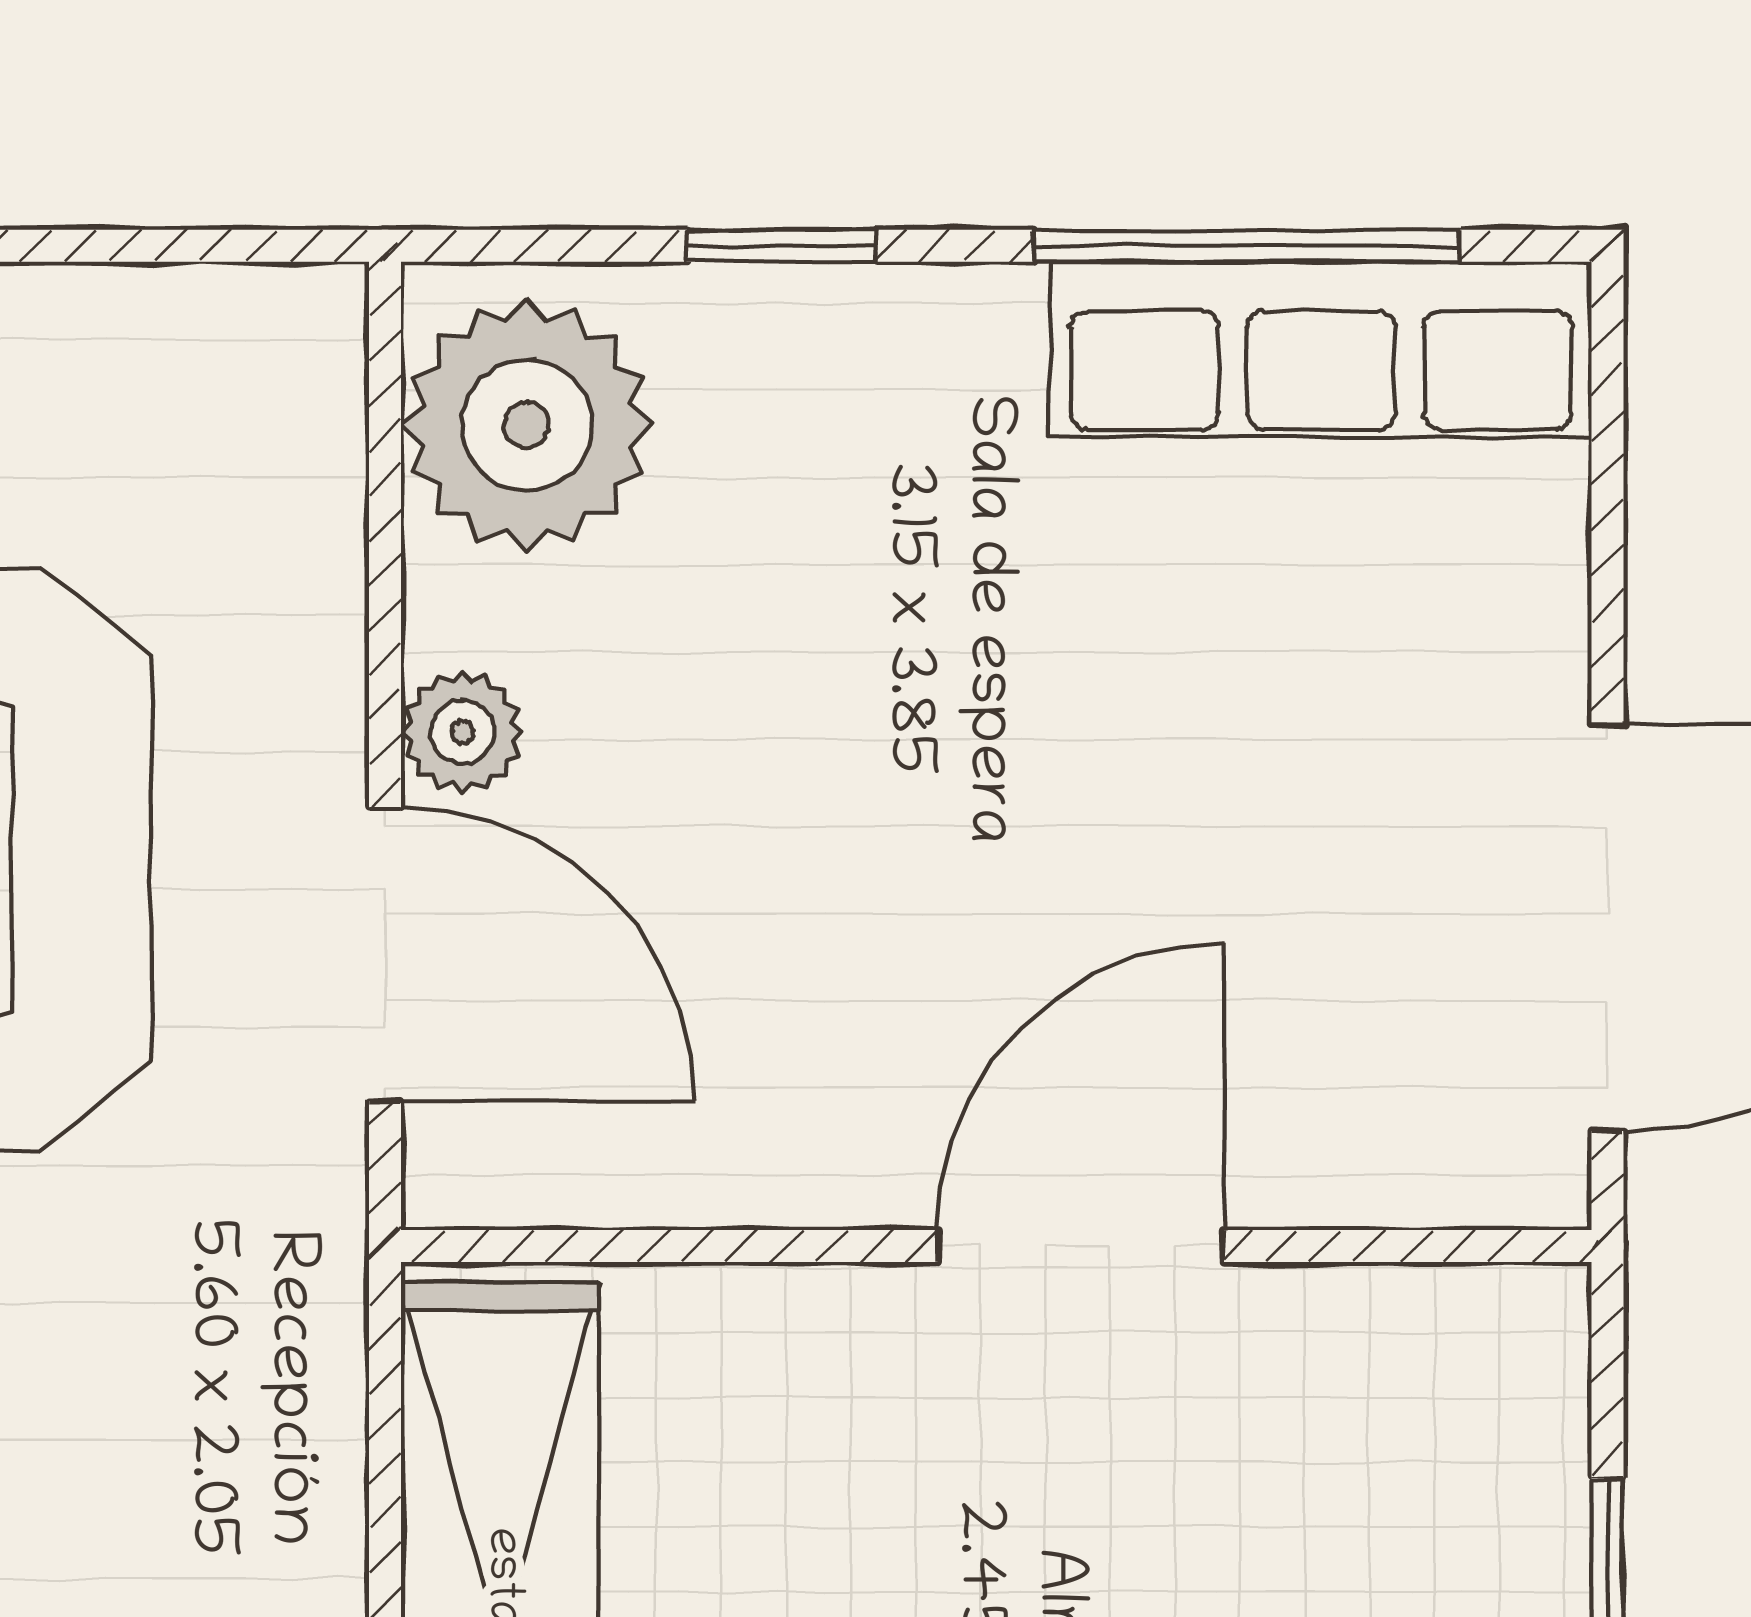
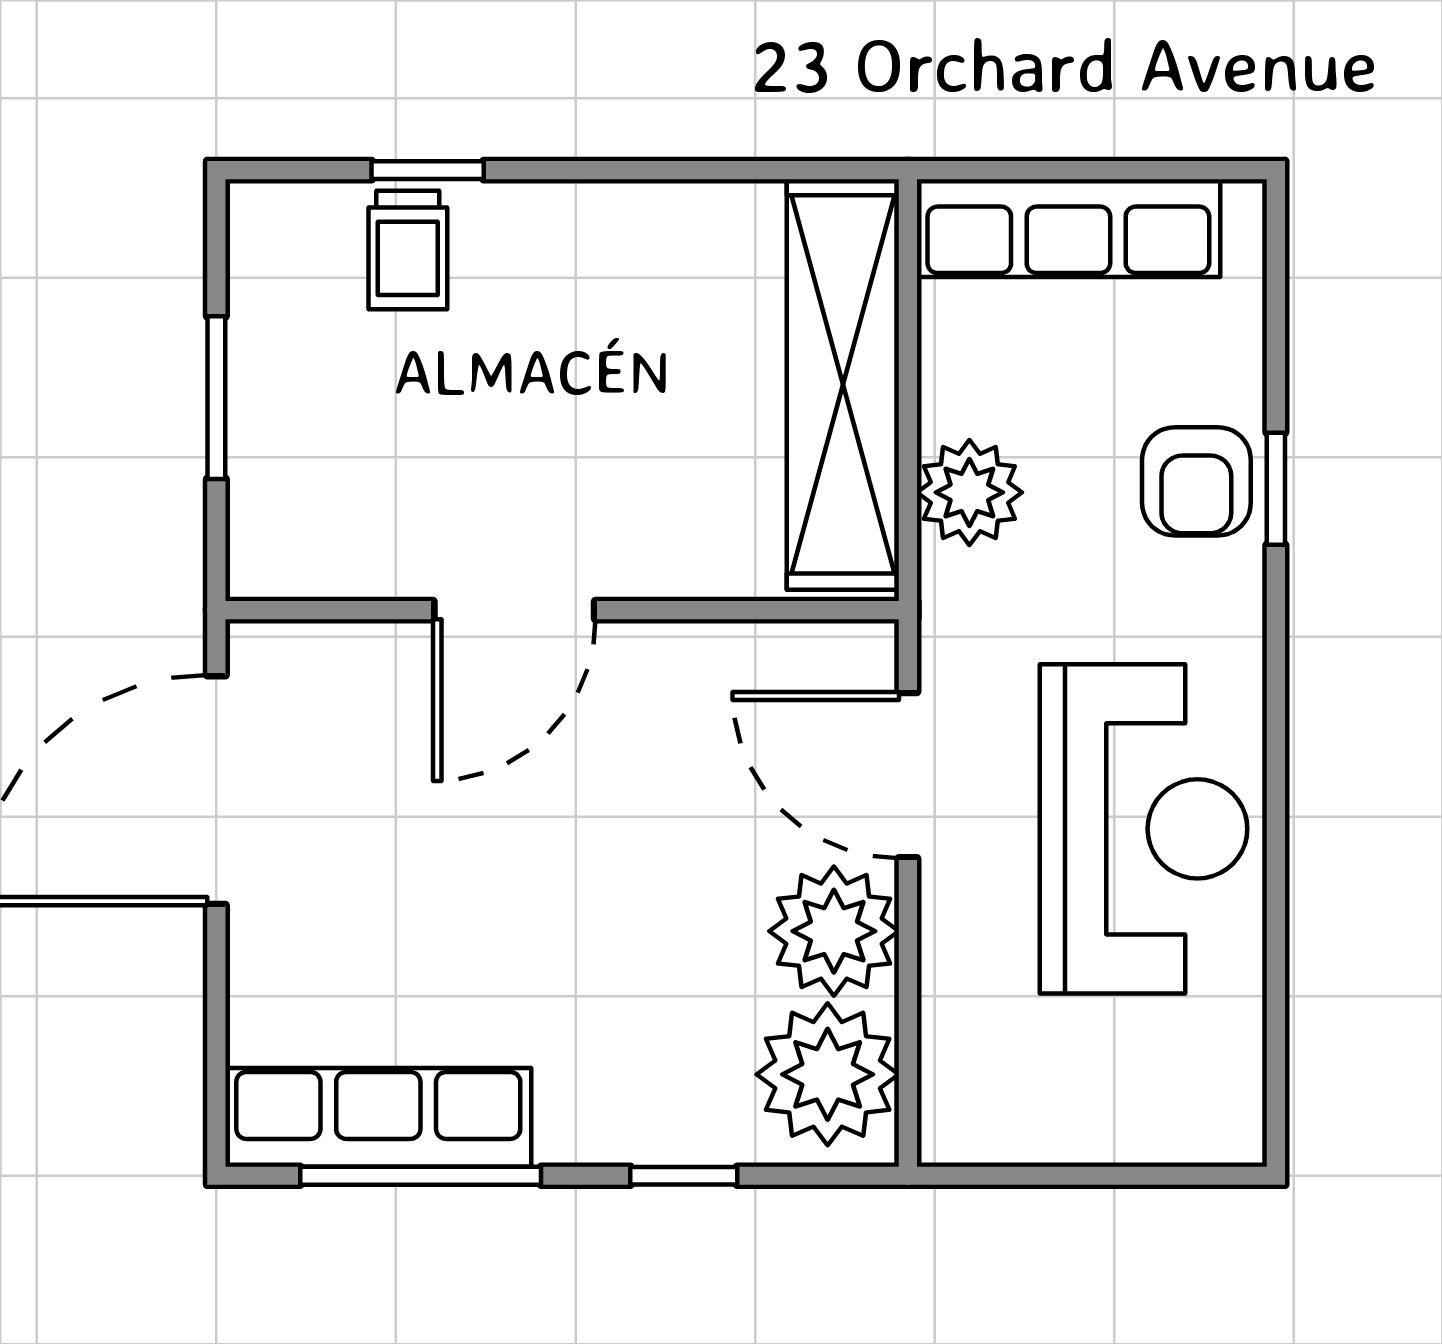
plant: (462, 732) -> (834, 931), width x1.88, depth x1.88
plant: (276, 1454) -> (969, 492), added

